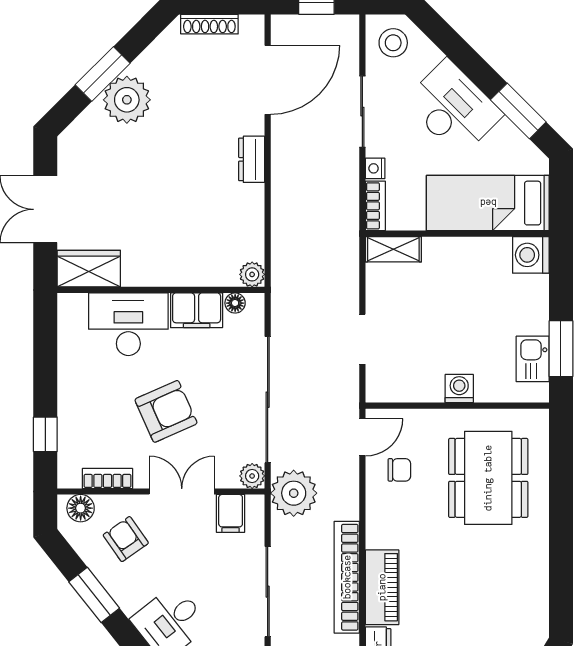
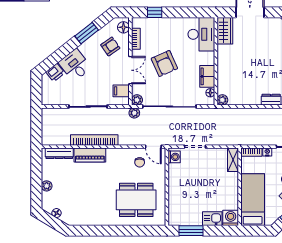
desk: (128, 324) -> (201, 34), moved
kitchen sink: (533, 359) -> (212, 219), moved
washing machine: (459, 388) -> (174, 157), moved
plant: (294, 493) -> (134, 113), width x0.53, depth x0.53

